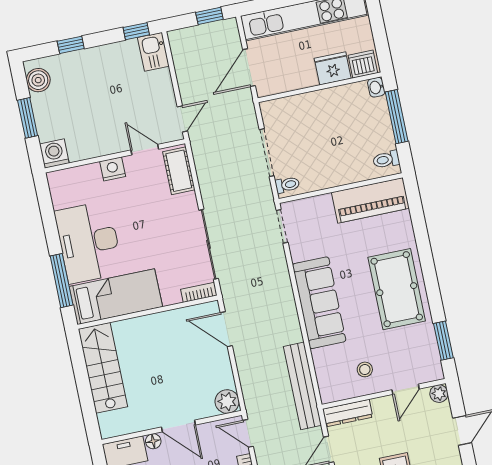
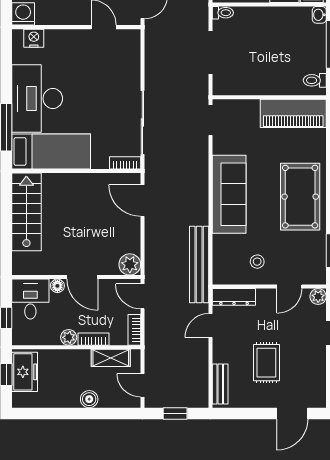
nightstand: (113, 169) -> (34, 38), moved
cot: (179, 171) -> (130, 52), removed
toilet: (287, 185) -> (223, 13), moved

